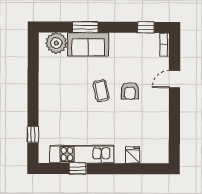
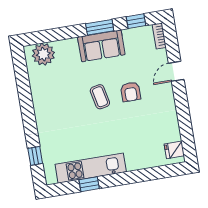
window: (85, 27) -> (100, 27), moved
sofa: (88, 44) -> (101, 46), moved
fridge: (133, 155) -> (174, 150), moved, turned -90

